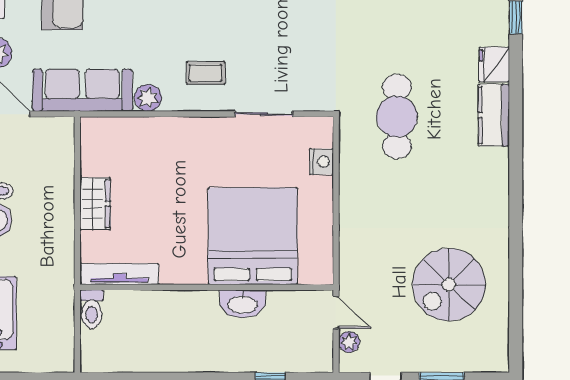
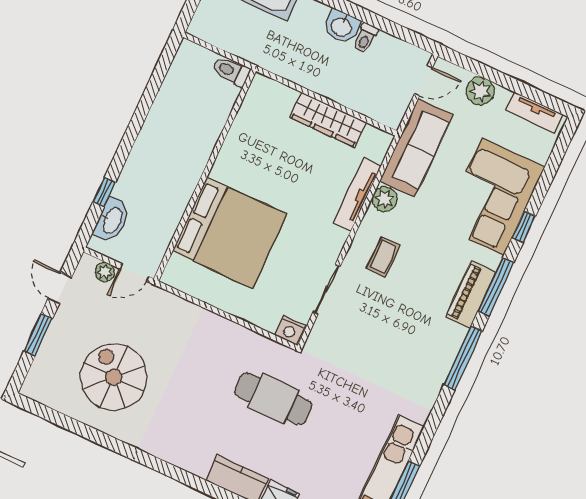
nightstand: (321, 162) -> (290, 330), moved
wardrobe: (95, 204) -> (328, 120), width x1.50
tv unit: (119, 274) -> (357, 194), moved, turned 180
washbasin: (242, 304) -> (112, 220), moved, turned 180

